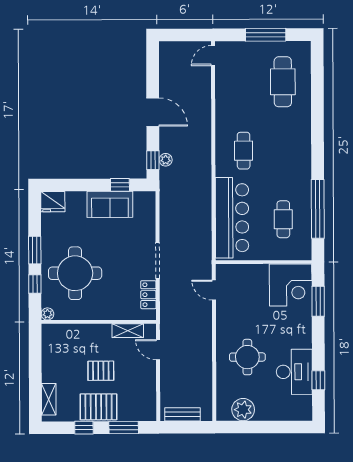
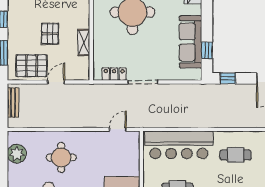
plant: (166, 160) -> (228, 89), removed
sofa: (110, 204) -> (191, 42), width x1.36
shelving: (128, 331) -> (84, 42), moved
door: (158, 350) -> (56, 82), moved
pallet: (99, 407) -> (32, 66), moved, turned 90

